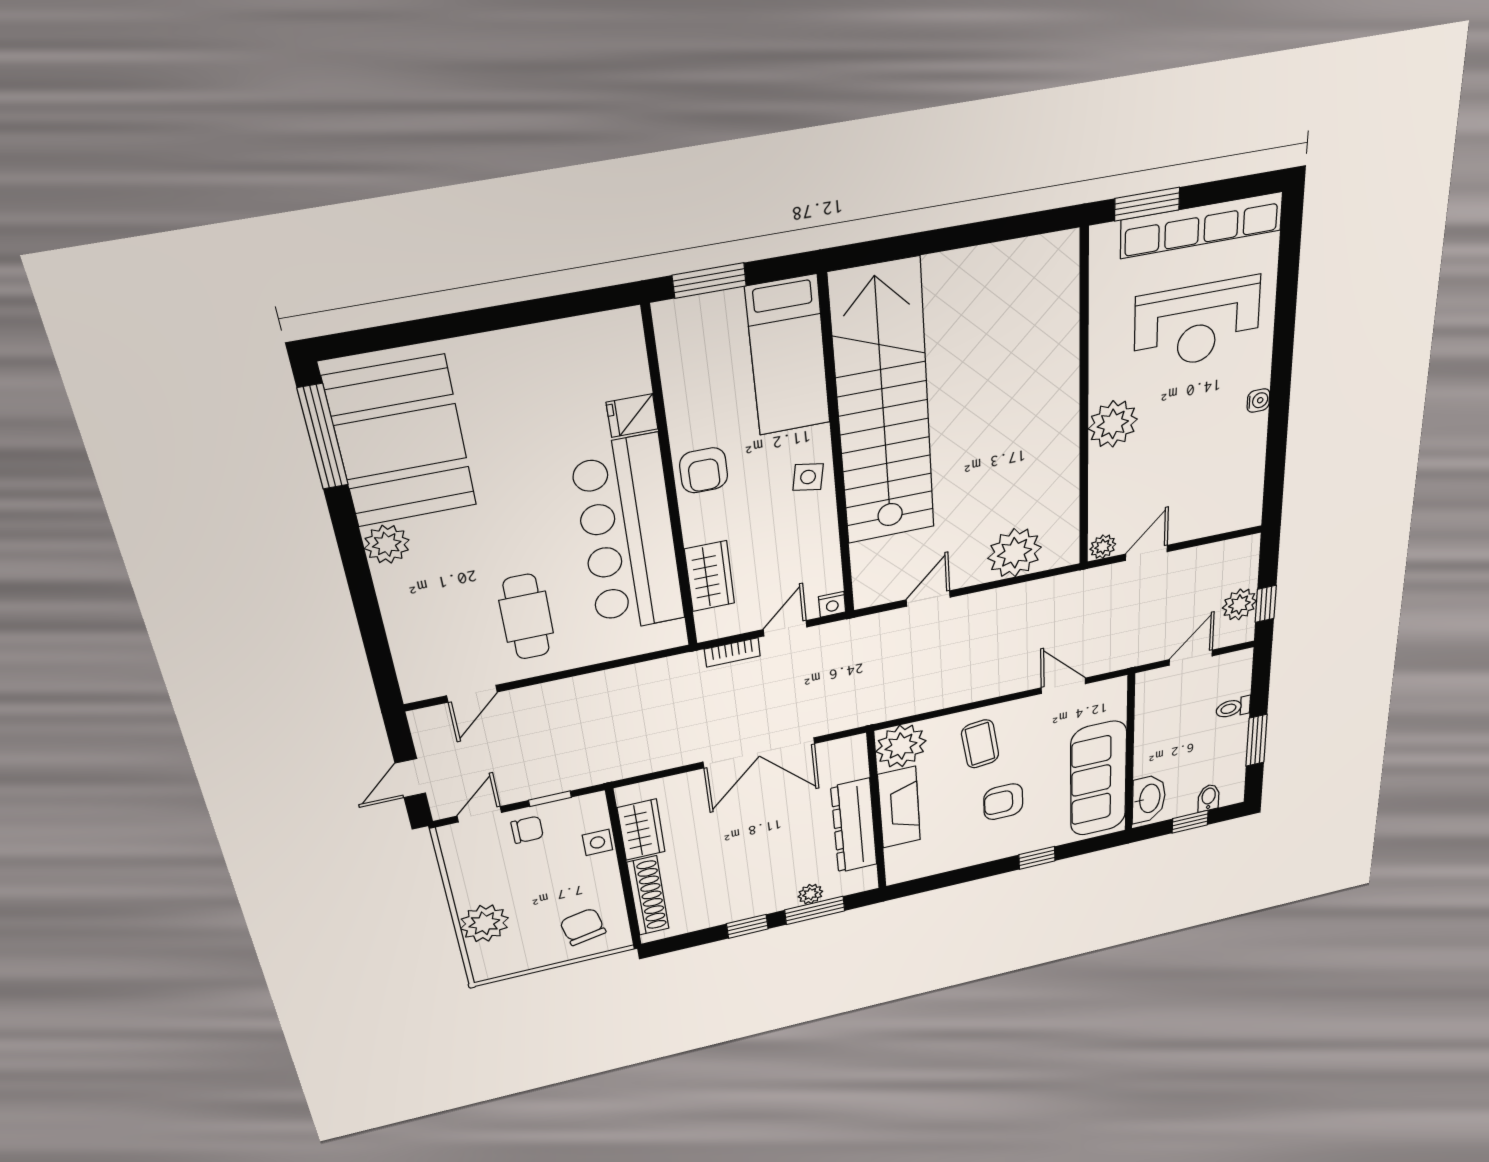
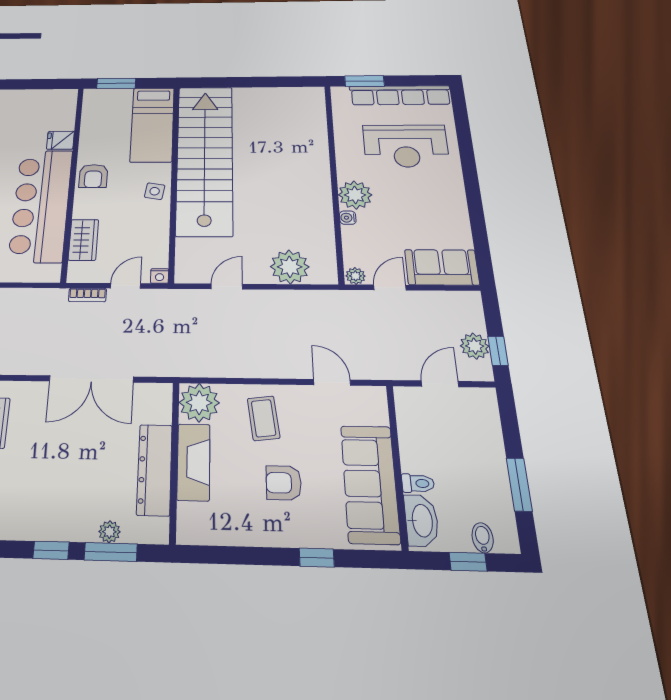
water cooler: (1258, 401) -> (348, 218), moved, turned 180
sofa: (1218, 511) -> (442, 267), added
toilet: (1233, 708) -> (418, 483), moved, turned 180

